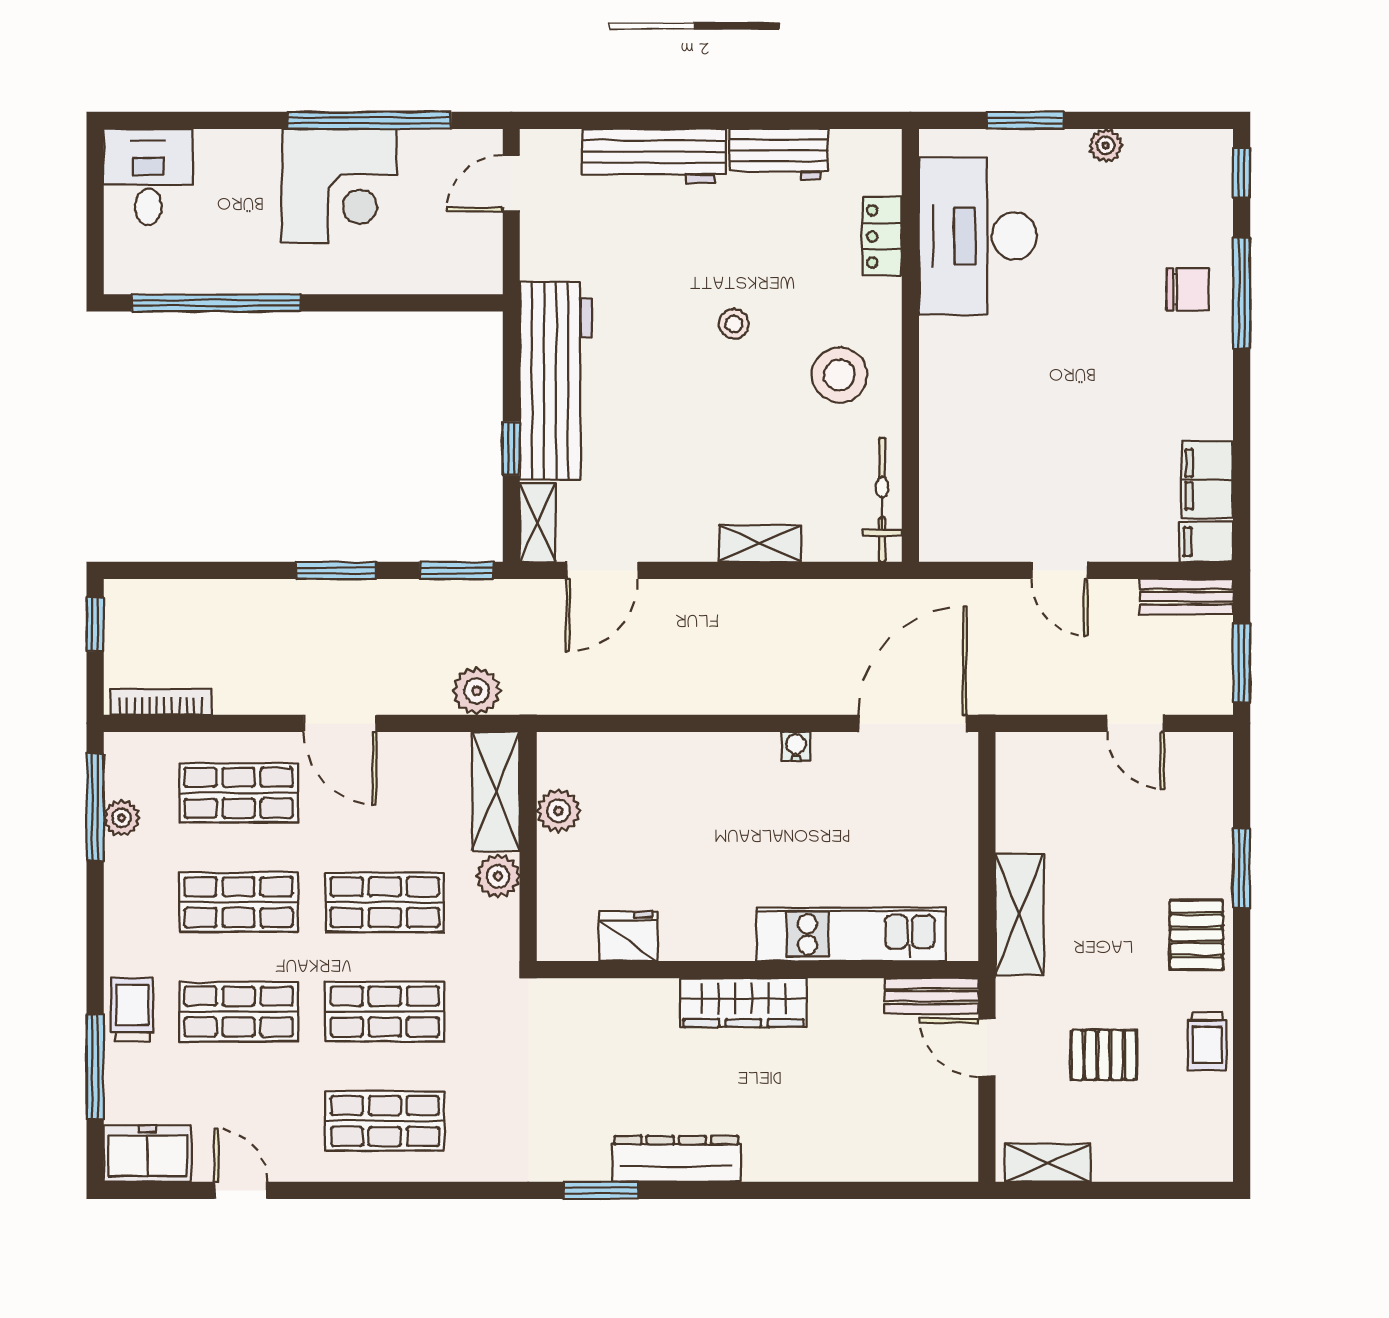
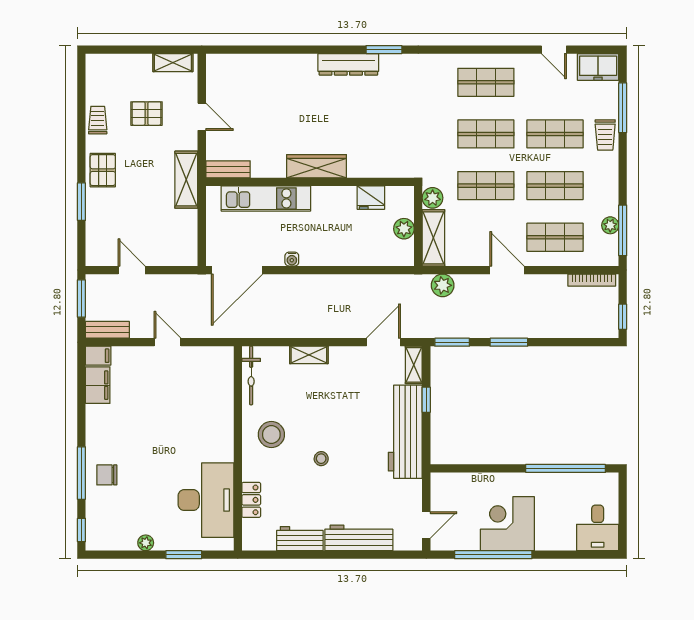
kitchen unit: (851, 934) -> (266, 198), moved
fridge: (628, 936) -> (371, 198), moved
wall: (758, 970) -> (310, 182), moved
bench: (931, 996) -> (228, 169), moved
wardrobe: (744, 1003) -> (317, 166), moved

